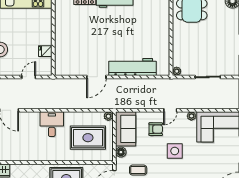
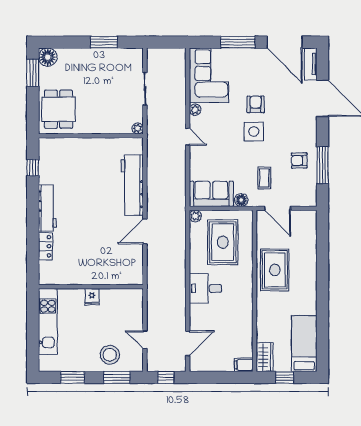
fridge: (45, 51) -> (92, 297), moved
door: (29, 77) -> (145, 340), moved
door: (96, 77) -> (145, 231), swing flipped
armchair: (156, 129) -> (256, 104), moved
side table: (175, 151) -> (254, 132), moved

